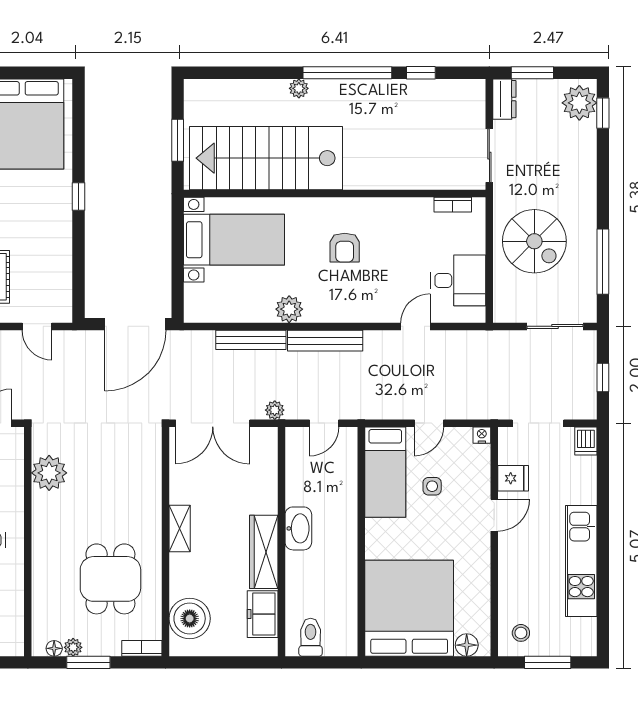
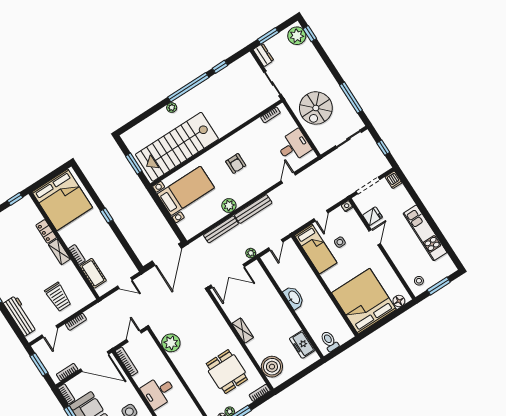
spiral stairs: (534, 241) -> (316, 108), turned 90
wardrobe: (264, 552) -> (285, 317), removed

